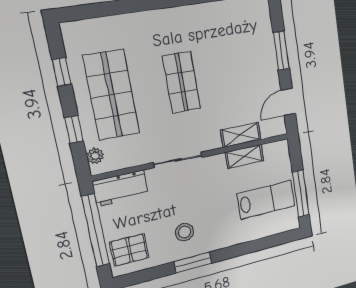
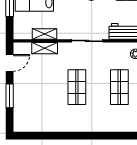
shop shelf: (111, 95) -> (119, 87), width x0.70, depth x0.74

